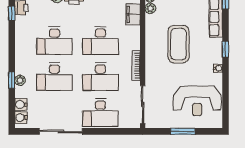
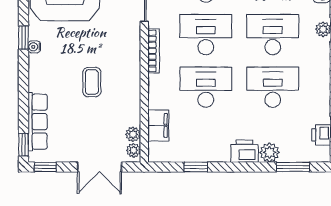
coffee table: (179, 44) -> (92, 82), width x0.54, depth x0.58
window: (225, 49) -> (23, 38), moved

